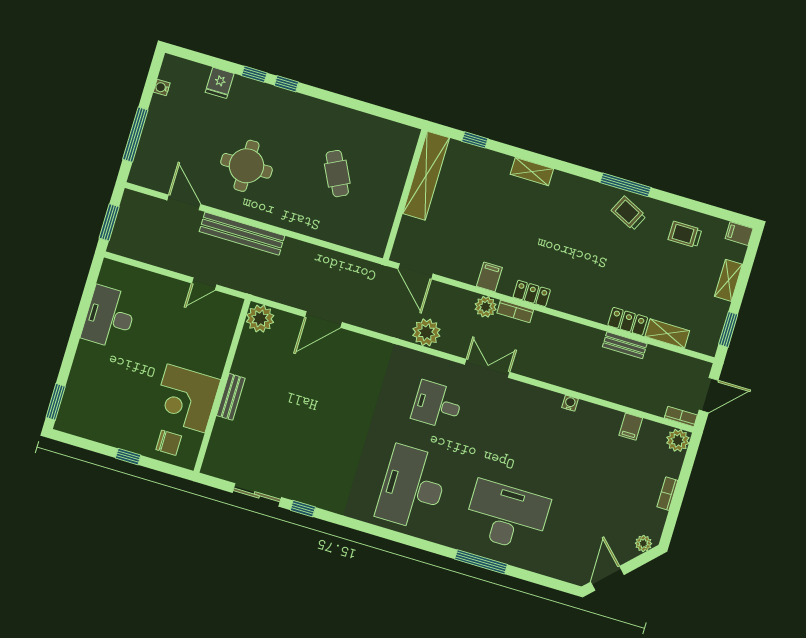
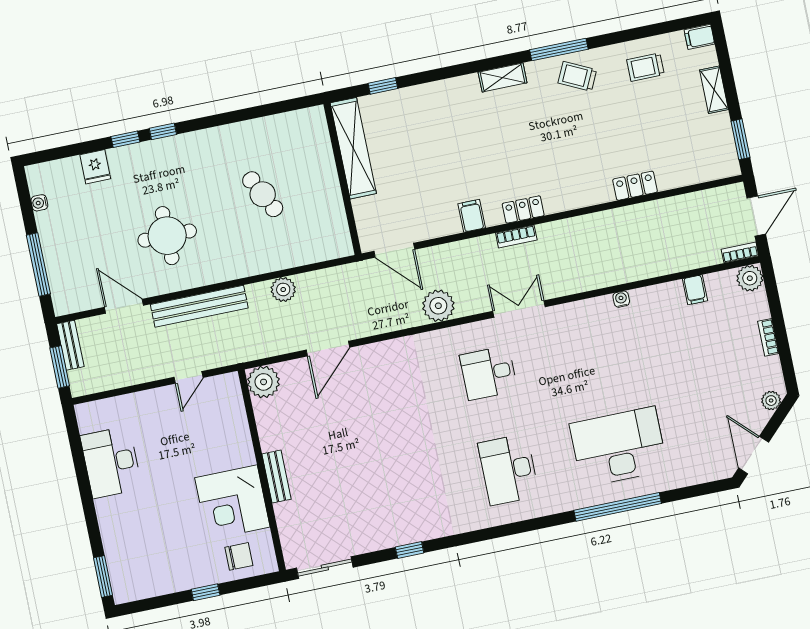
shelving: (532, 172) -> (503, 77), moved
plant: (486, 307) -> (283, 290), moved
shelving: (667, 334) -> (681, 176), removed
bench: (625, 345) -> (70, 345), moved, turned 90
desk: (413, 488) -> (509, 470), width x0.73, depth x0.77
sliding door: (257, 495) -> (325, 568), moved
window: (481, 562) -> (618, 507), width x1.46

